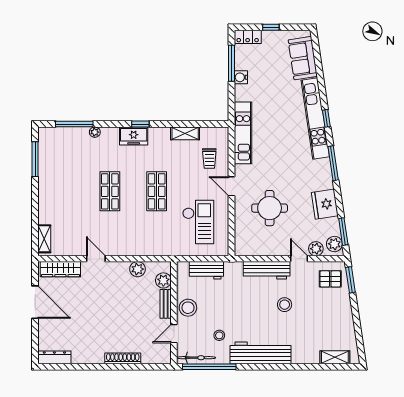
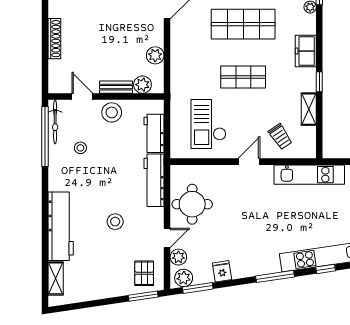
window: (140, 124) -> (319, 82), moved
trolley: (209, 158) -> (280, 137), turned -124
shop shelf: (110, 191) -> (243, 24), width x1.43, depth x1.36
fridge: (325, 204) -> (222, 271), width x0.53, depth x0.75
round table: (270, 208) -> (192, 204), moved
checkout: (198, 222) -> (209, 124), turned 90
workbench: (267, 270) -> (154, 180), moved
workbench: (261, 353) -> (61, 226), moved

